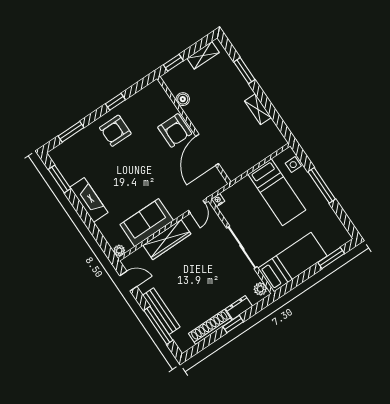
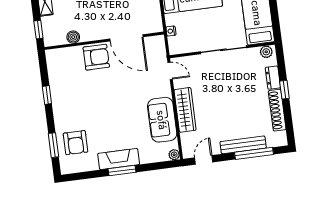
armchair: (115, 131) -> (75, 143), moved
window: (60, 179) -> (122, 170), moved
nightstand: (218, 200) -> (171, 31), moved

